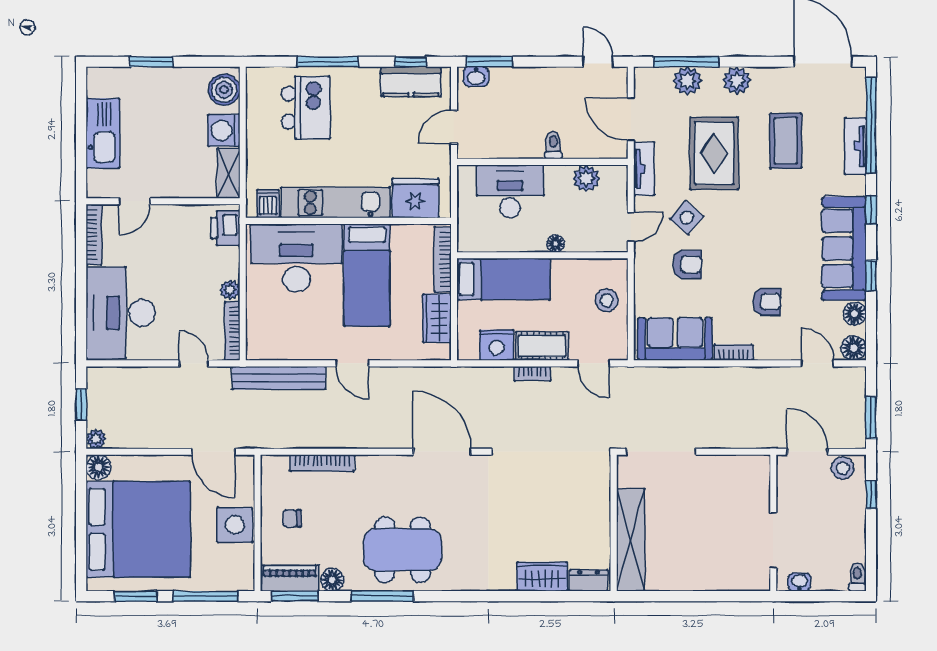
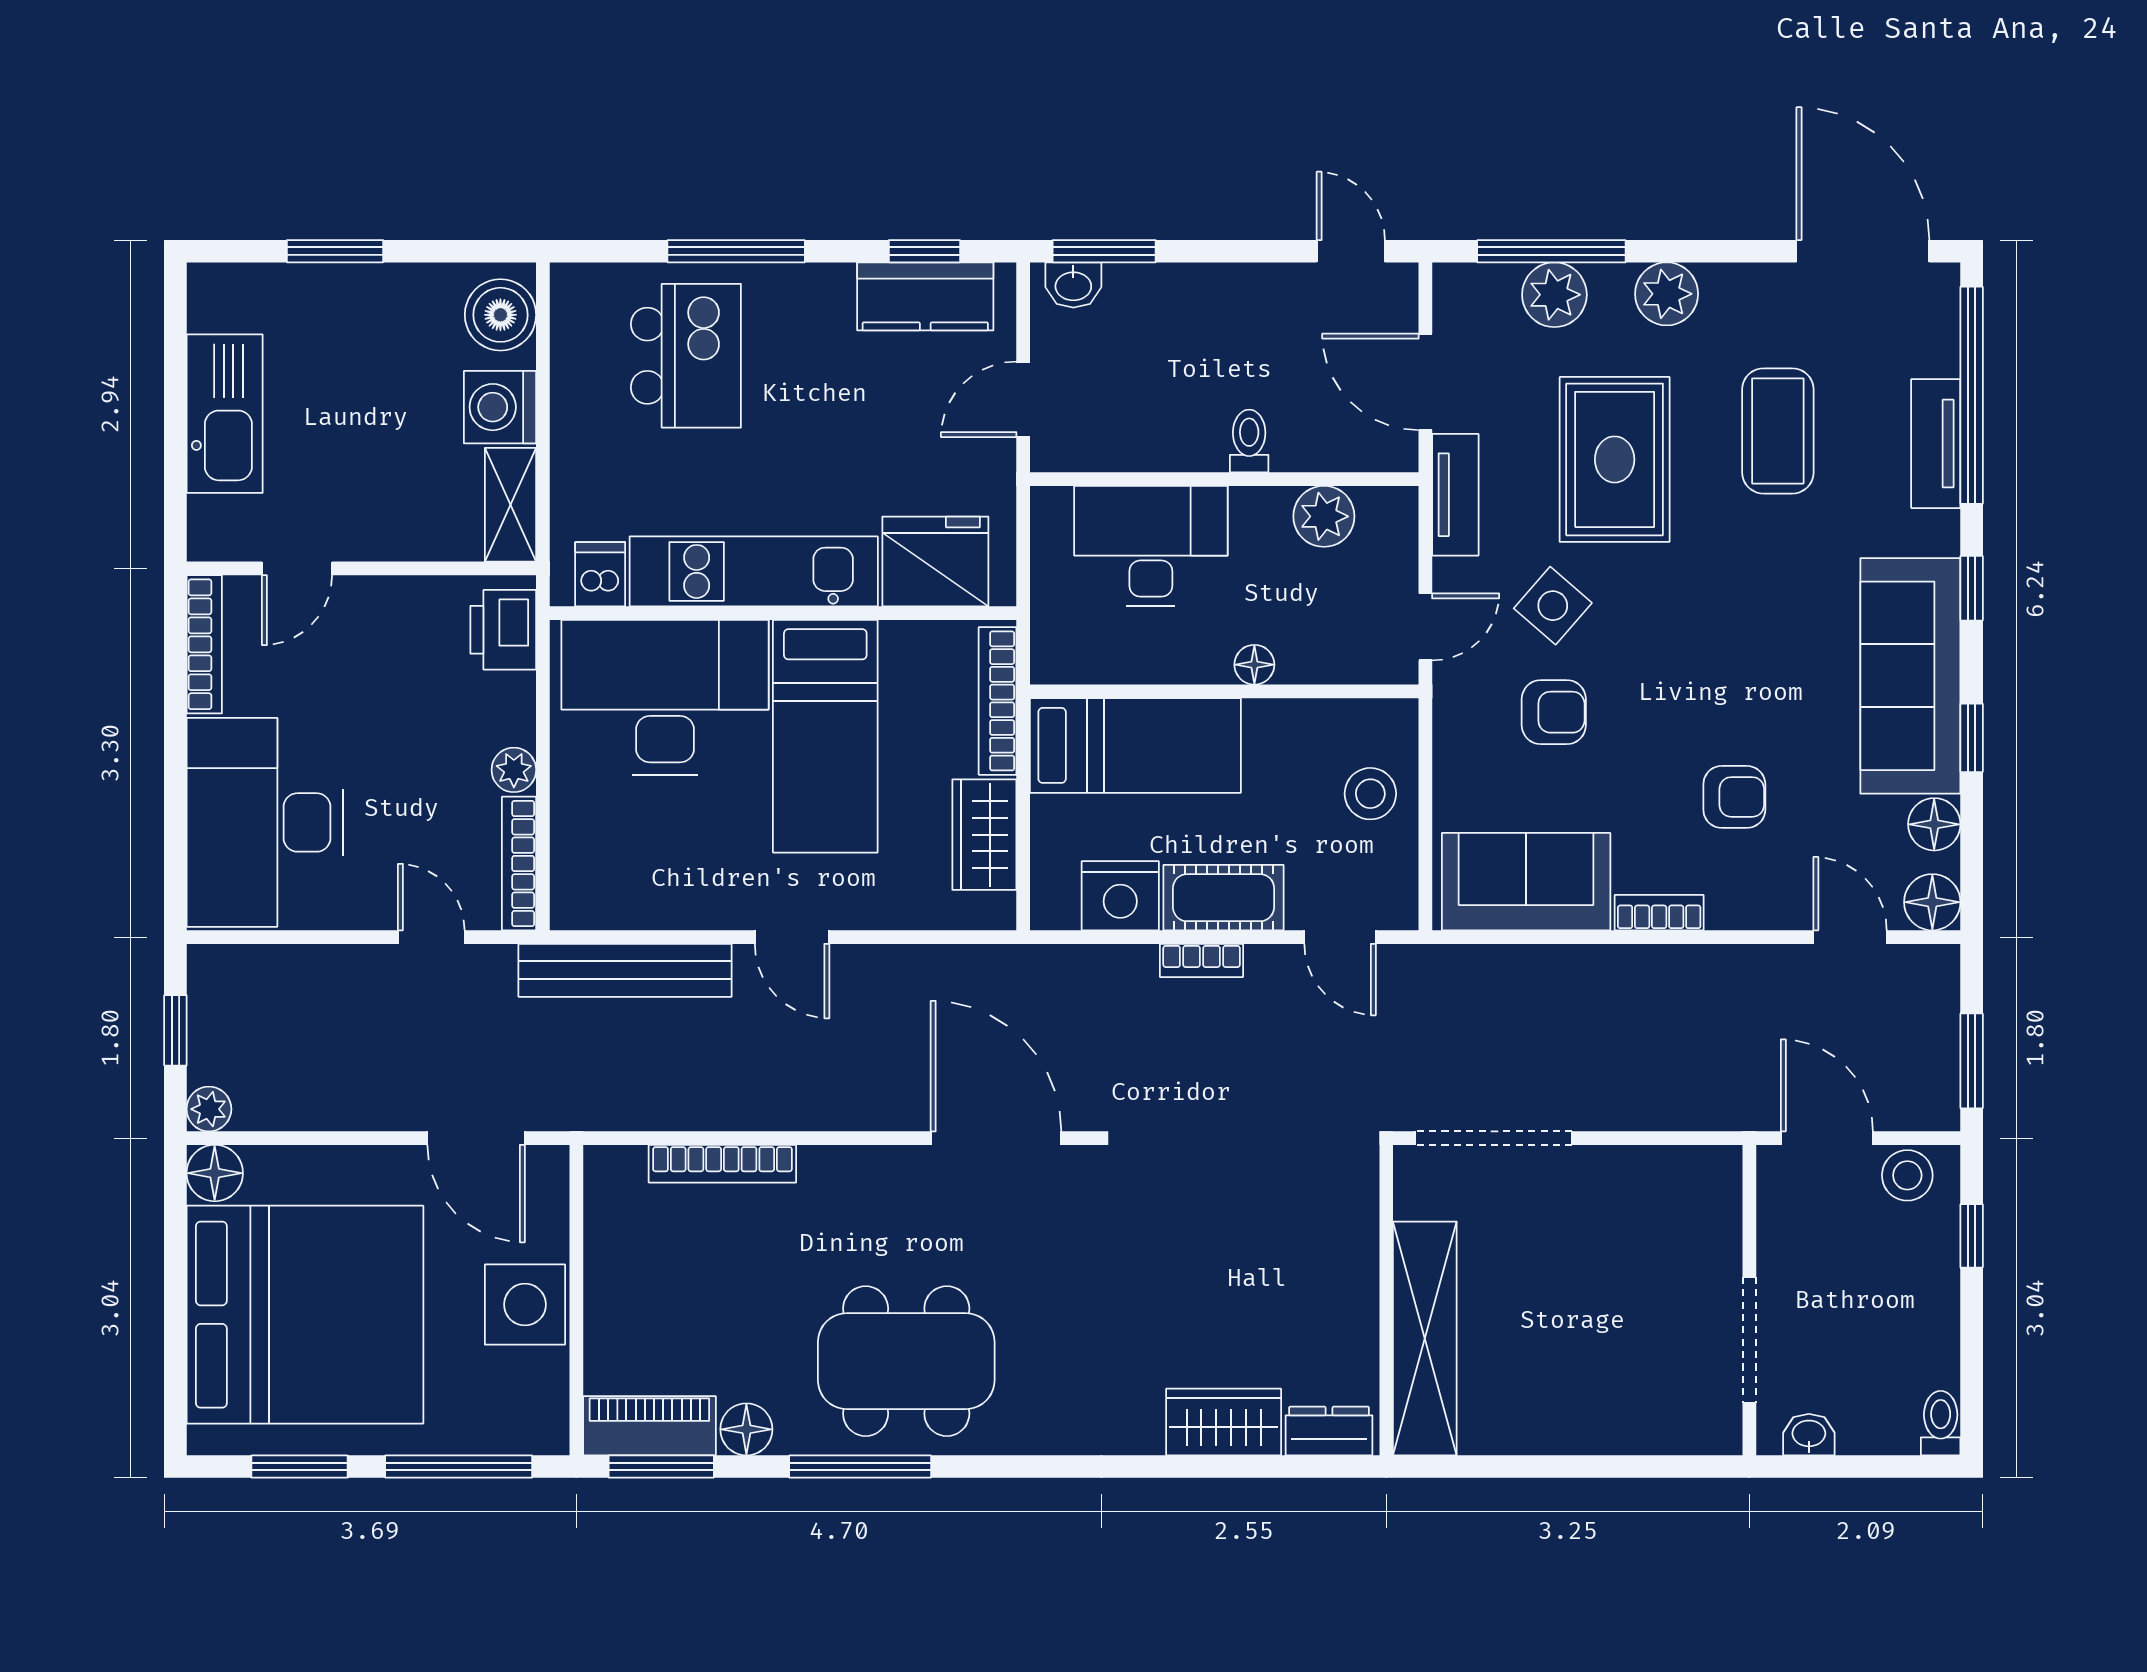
chair: (292, 518) -> (654, 1290), removed

